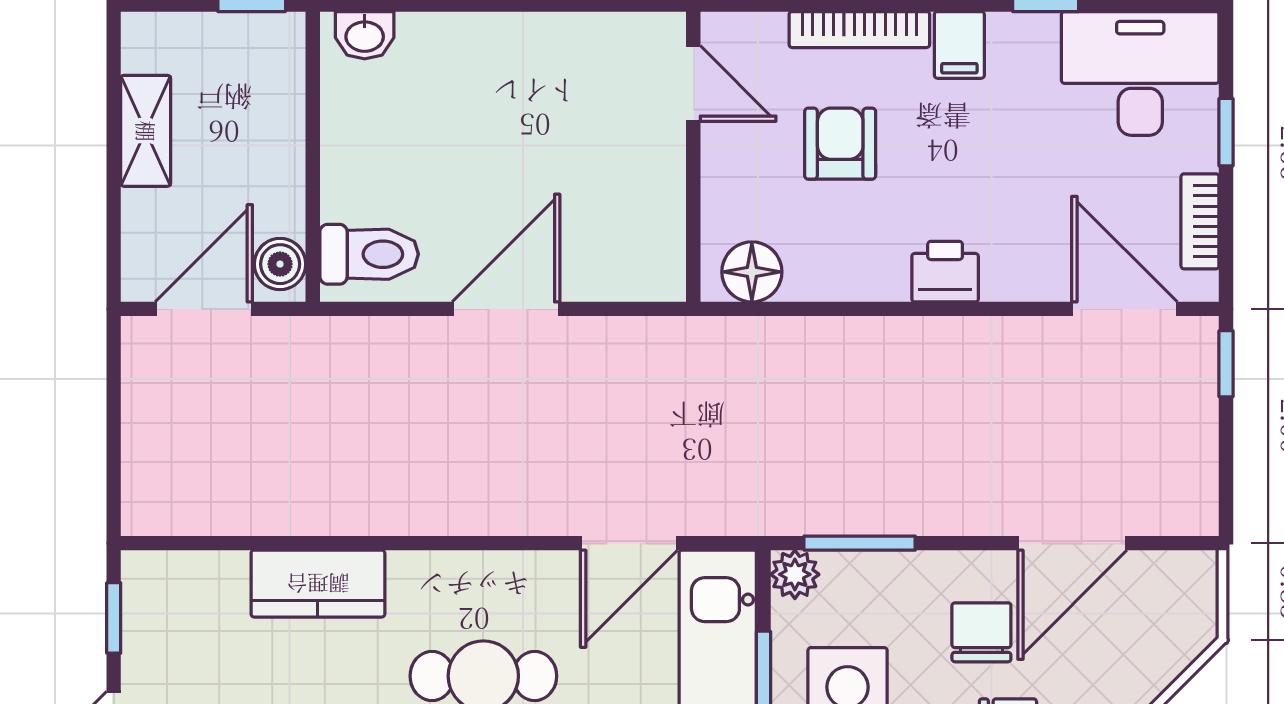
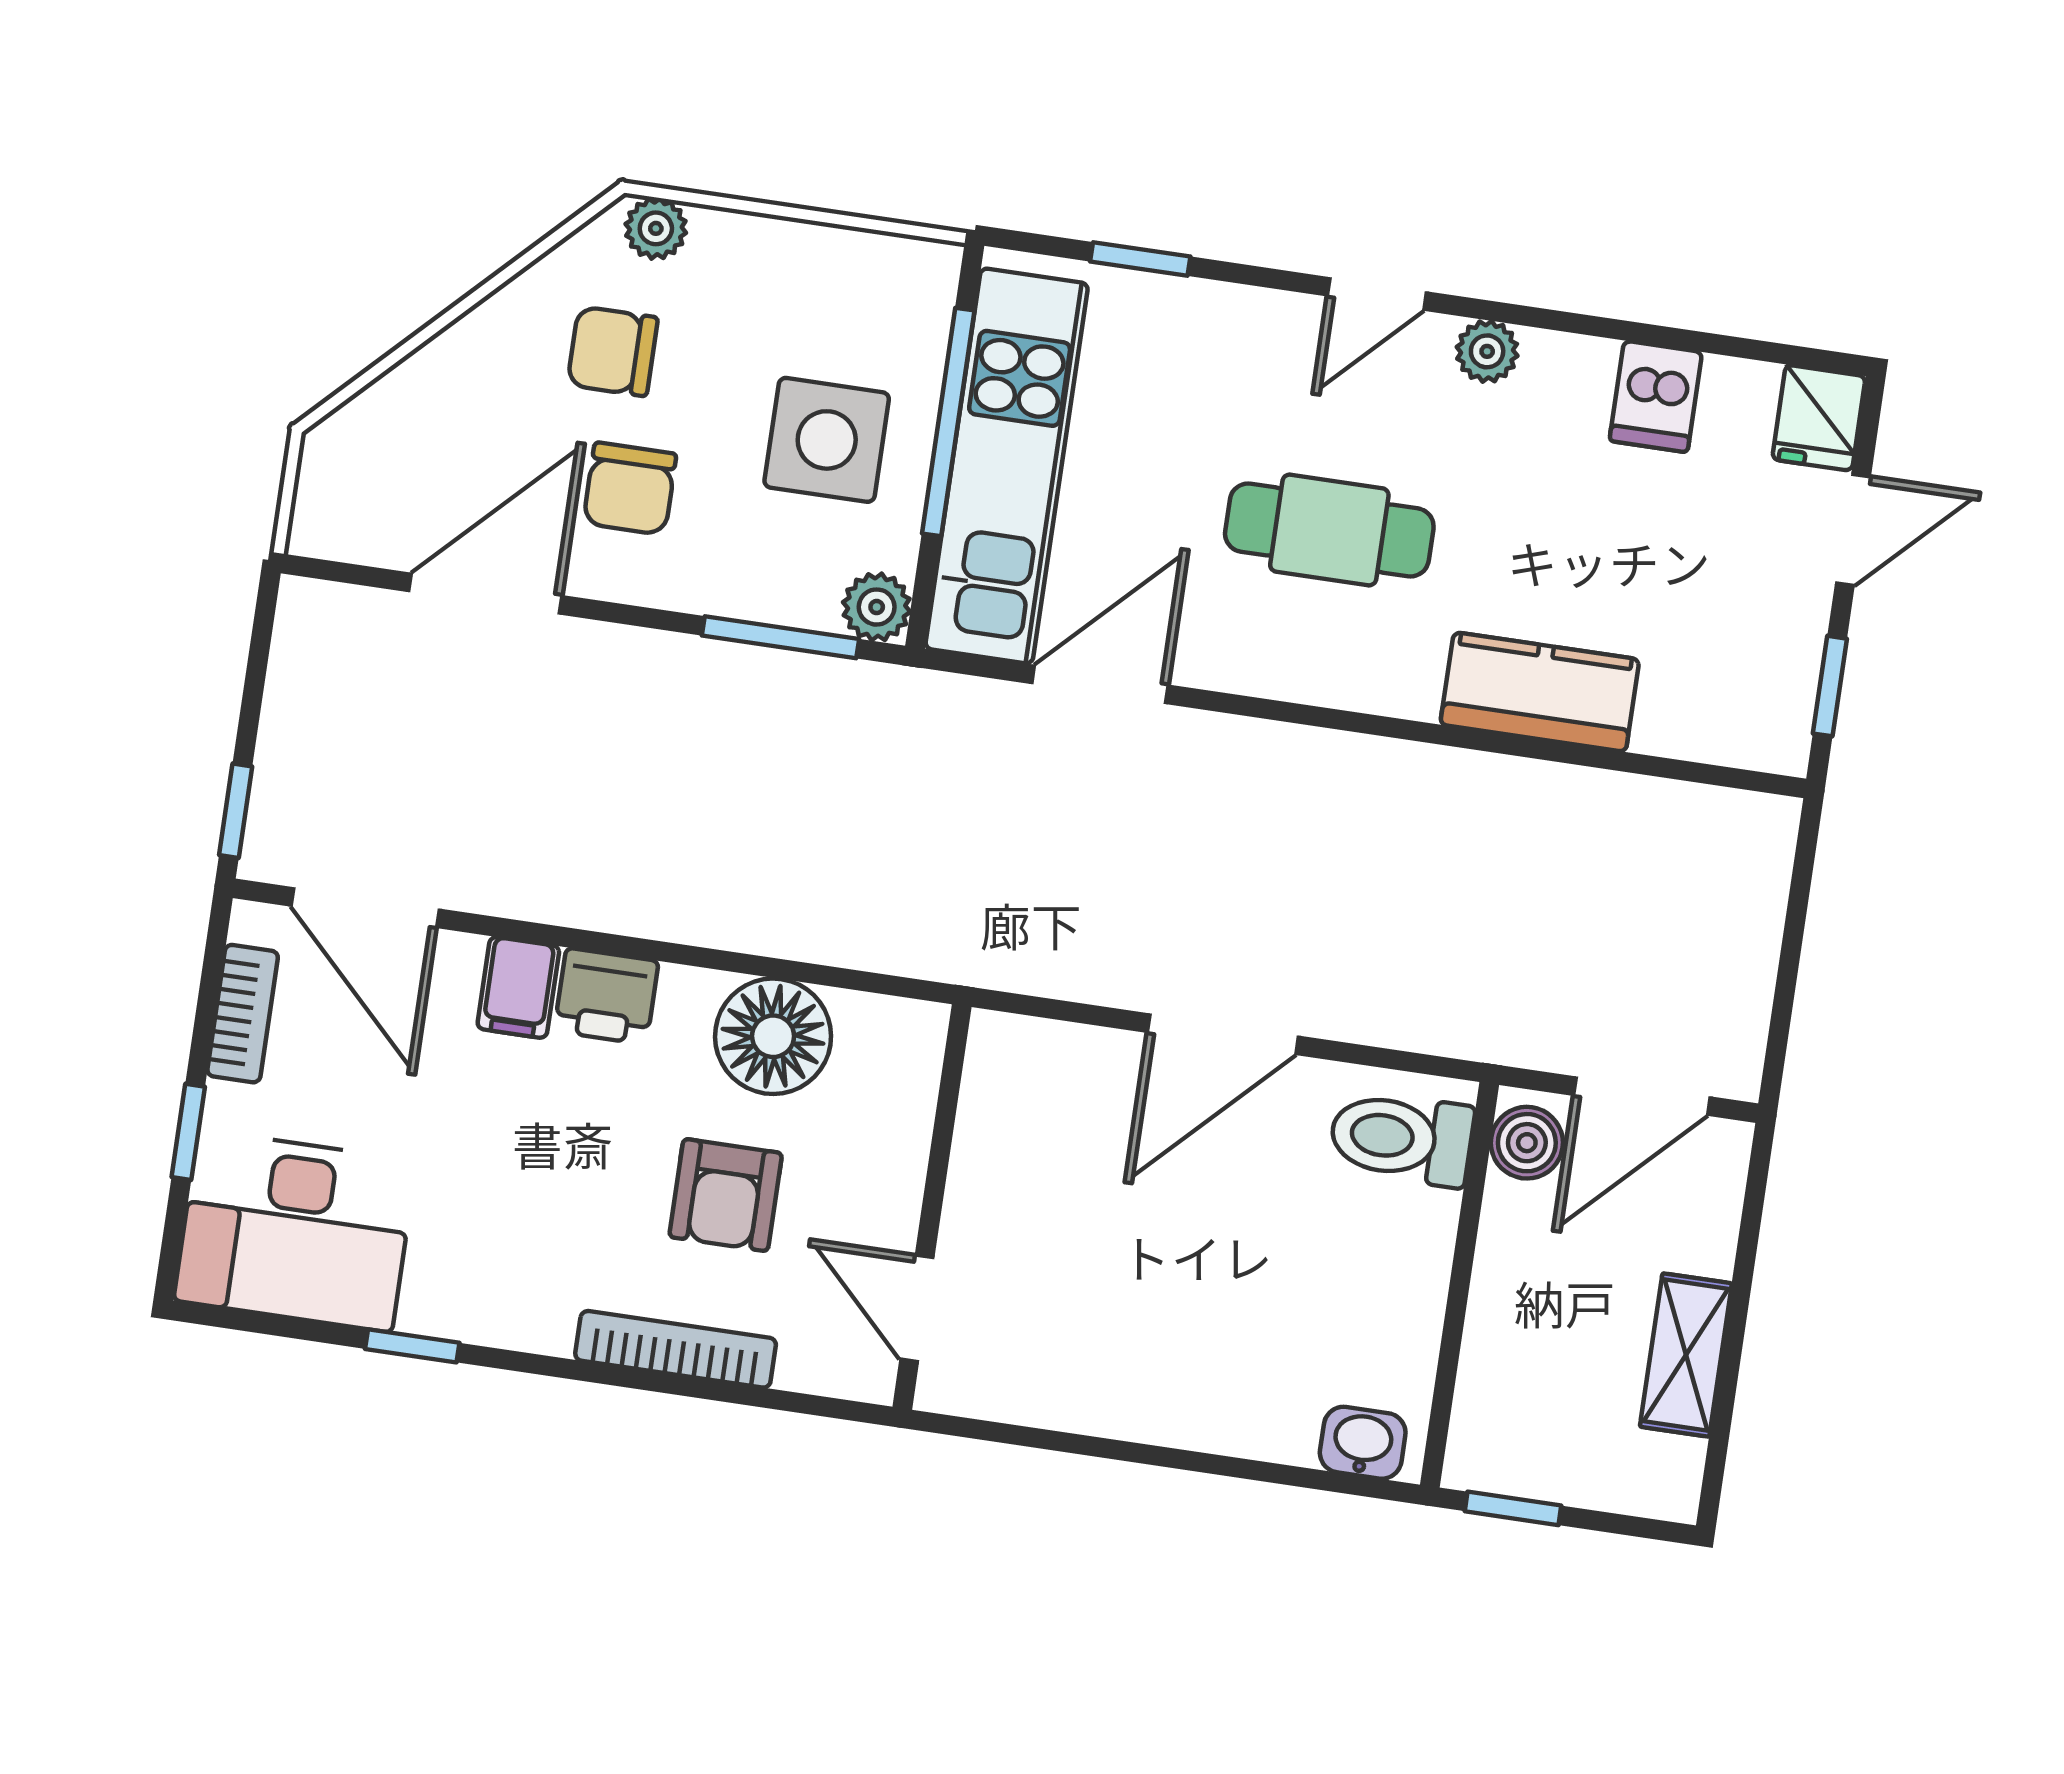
filing cabinet: (959, 45) -> (518, 987), moved, turned 180
floor lamp: (752, 272) -> (773, 1036), moved, width x1.38, depth x1.38

